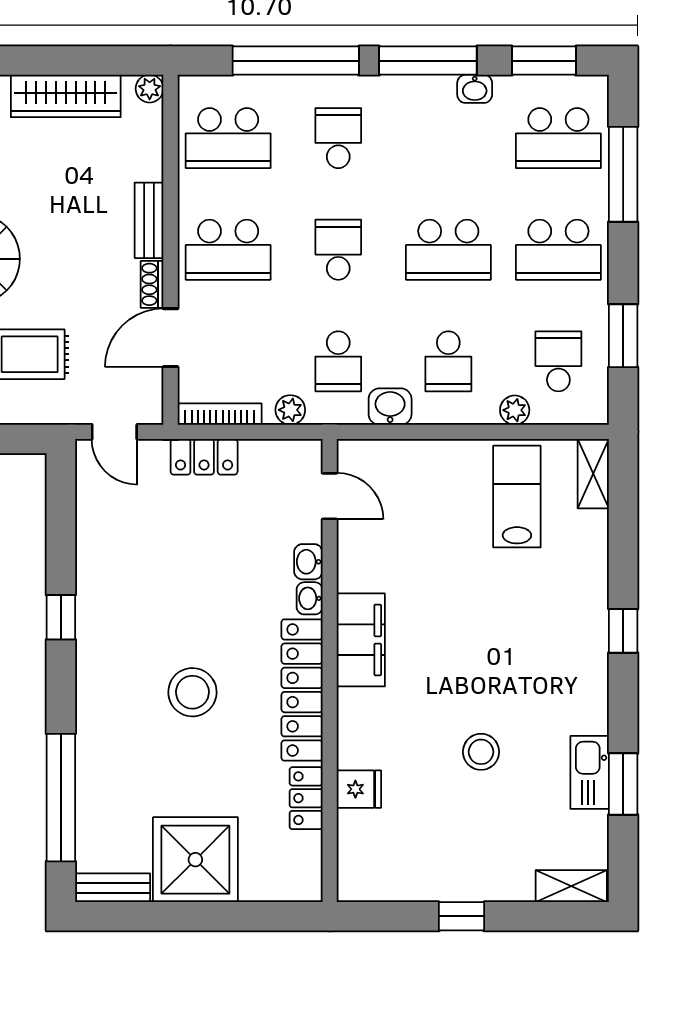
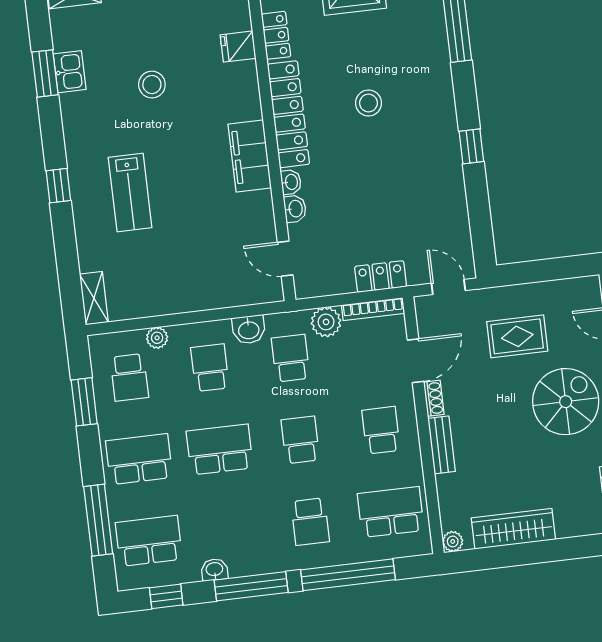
window: (544, 61) -> (166, 596), width x0.67
school desk: (228, 250) -> (381, 430), width x0.54
school desk: (338, 250) -> (300, 440), turned 180
plant: (290, 410) -> (326, 322), width x1.38, depth x1.38
lab bench: (517, 497) -> (130, 193), moved
stool: (192, 692) -> (369, 103), width x0.73, depth x0.73
kitchen sink: (590, 772) -> (70, 72), width x0.73

